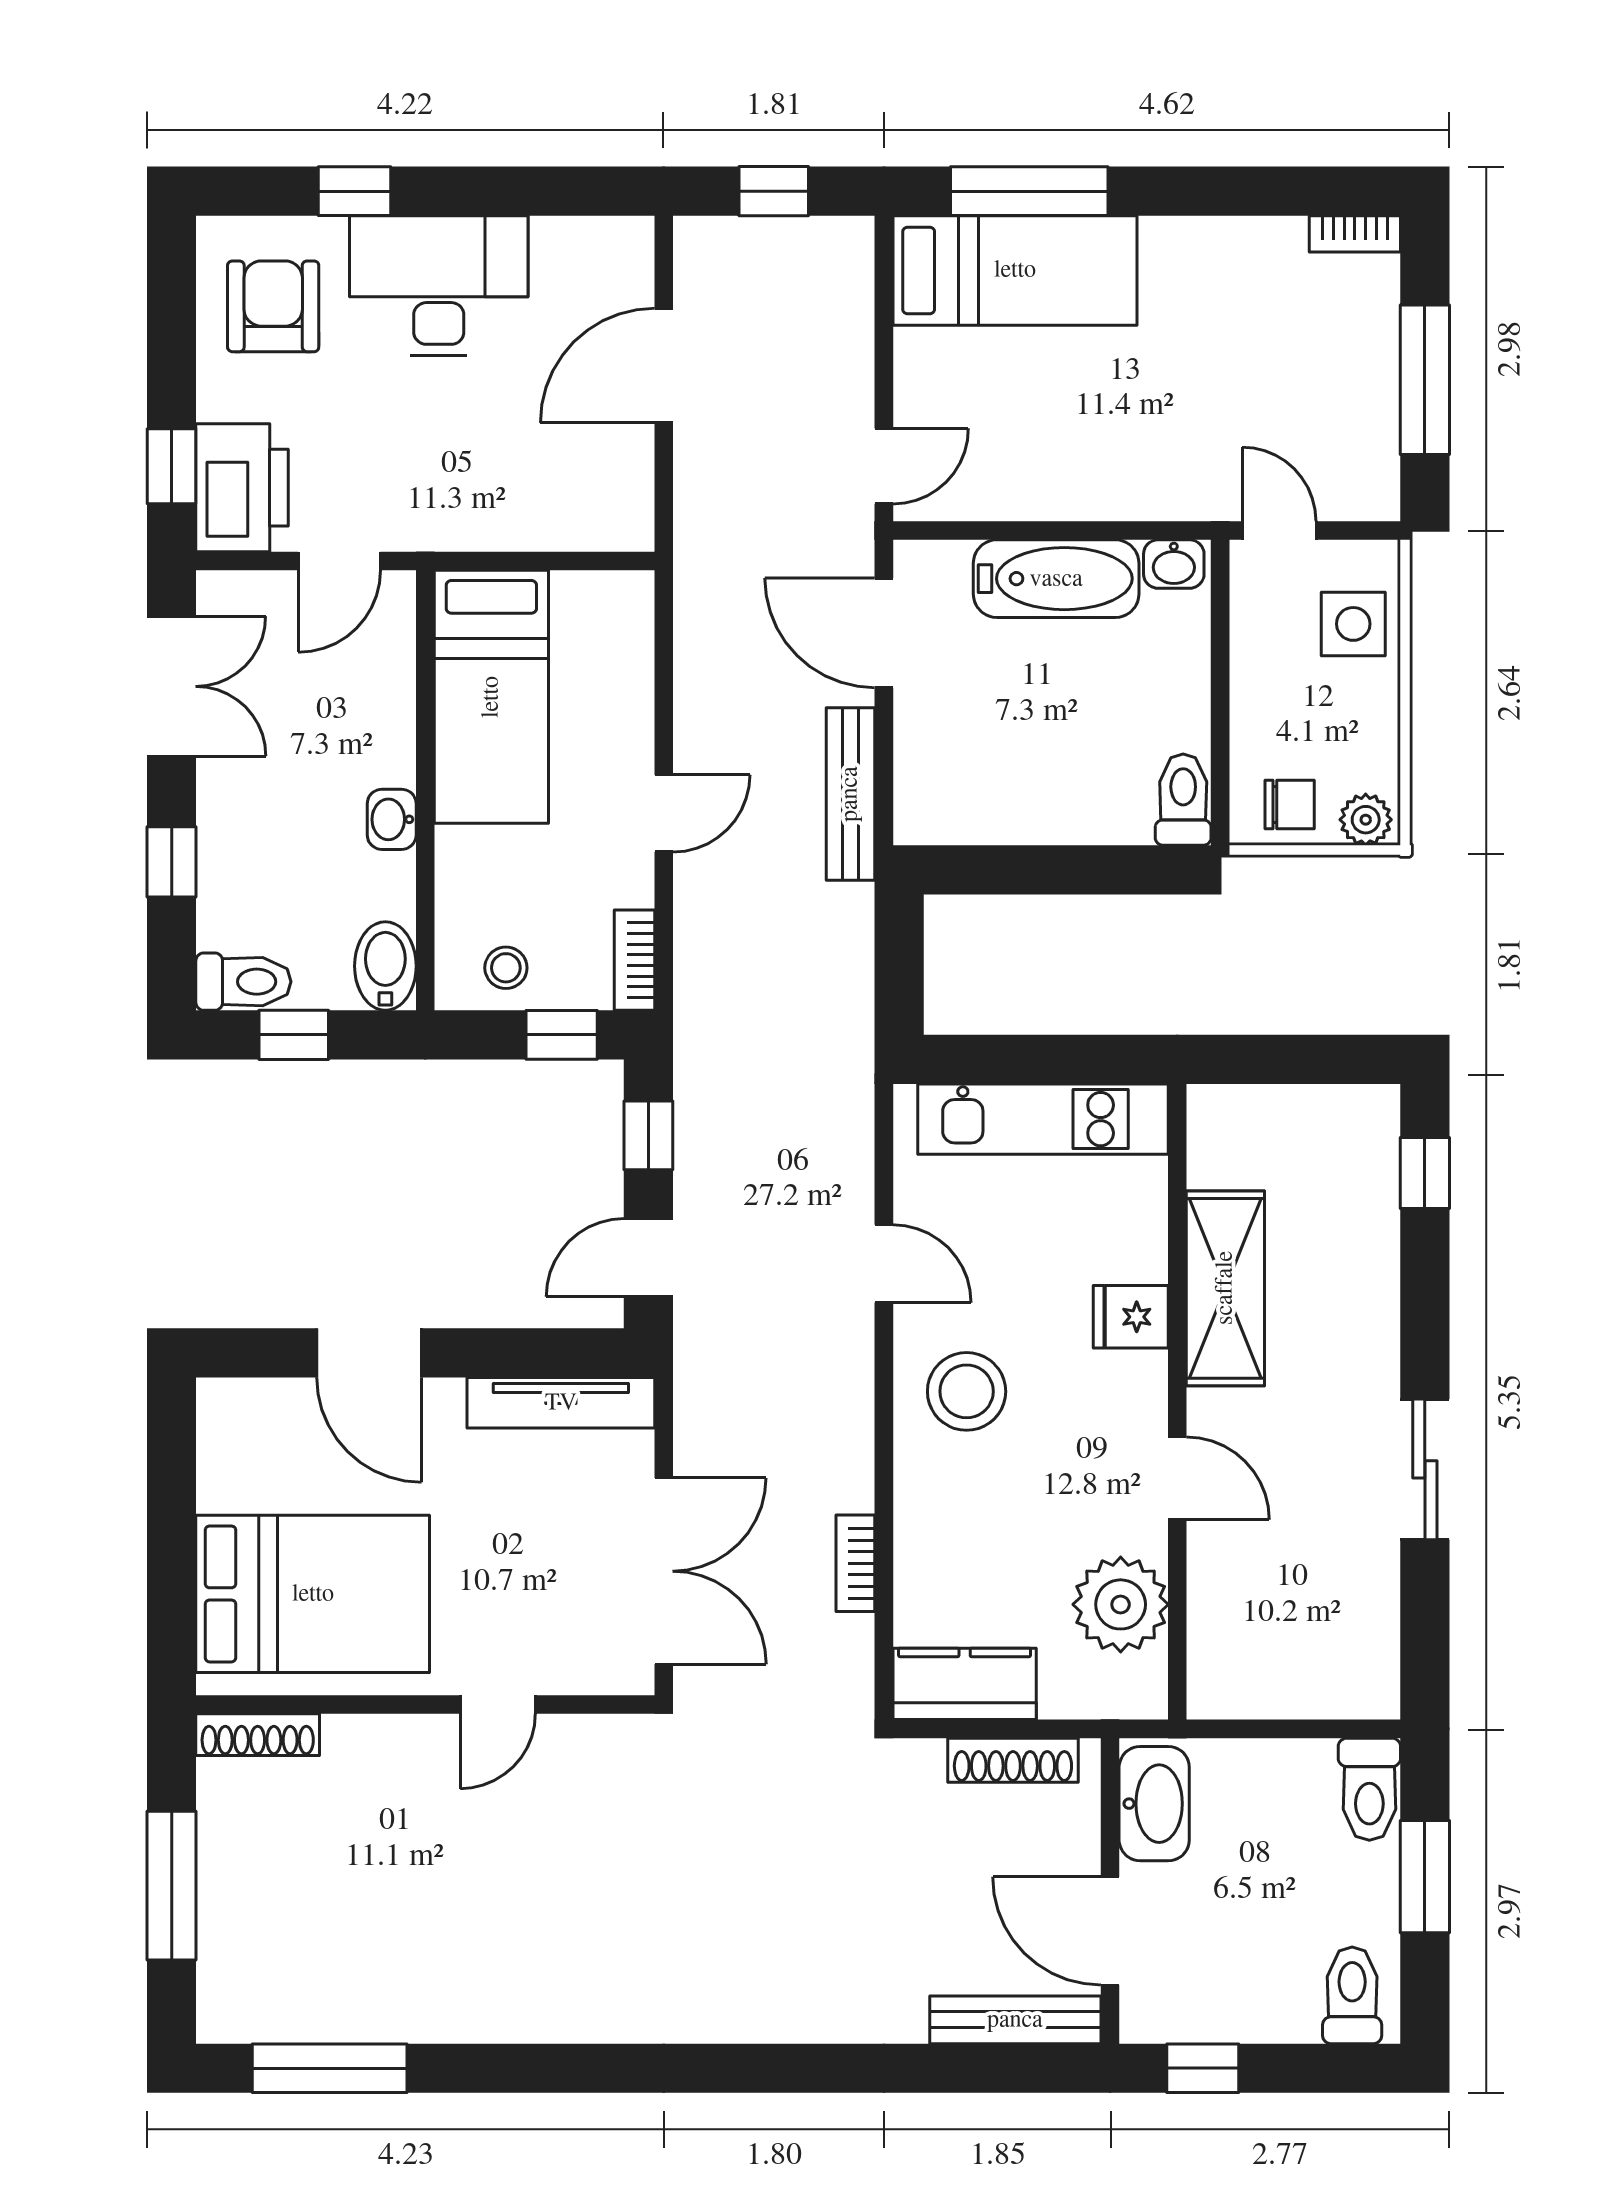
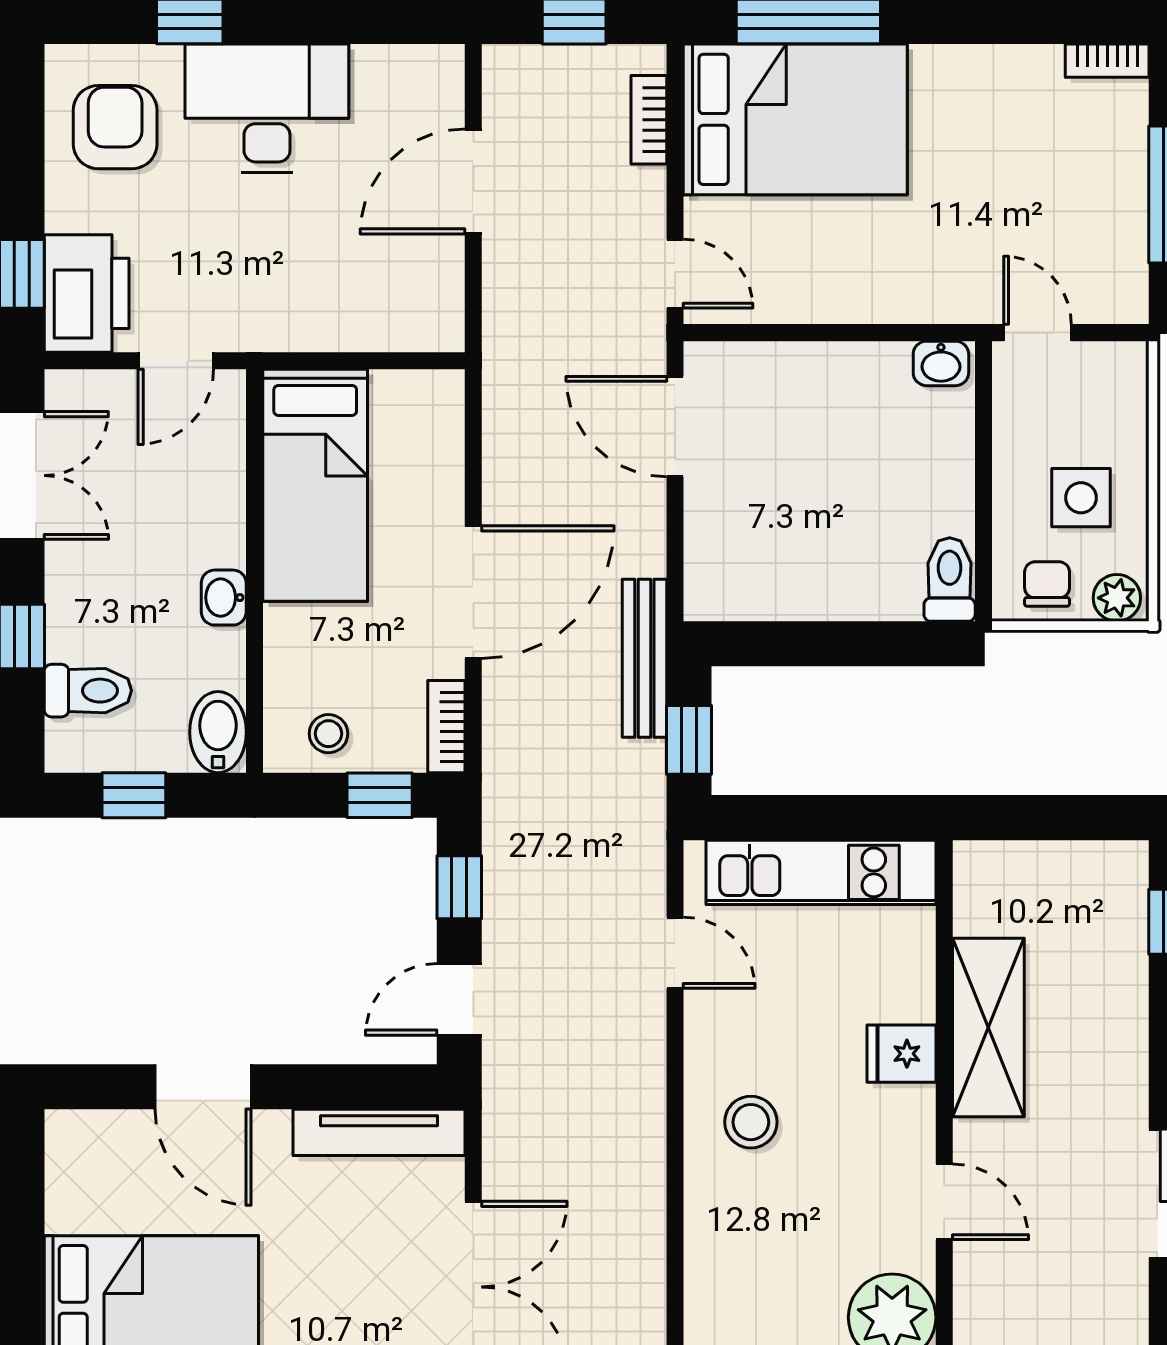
bed: (1015, 270) -> (795, 119), width x1.50
door: (884, 466) -> (675, 274), hinge flipped
bathtub: (1056, 579) -> (833, 377), removed
side table: (1353, 624) -> (1081, 498), moved
bench: (850, 794) -> (644, 658), moved
chair: (1290, 805) -> (1047, 584), turned -90
door: (664, 813) -> (473, 592), width x1.87
window: (899, 975) -> (689, 740), added
toilet: (243, 982) -> (88, 691), moved
door: (884, 1264) -> (675, 953), moved
stool: (967, 1391) -> (751, 1122), width x0.73, depth x0.73
bookcase: (855, 1563) -> (649, 120), moved

